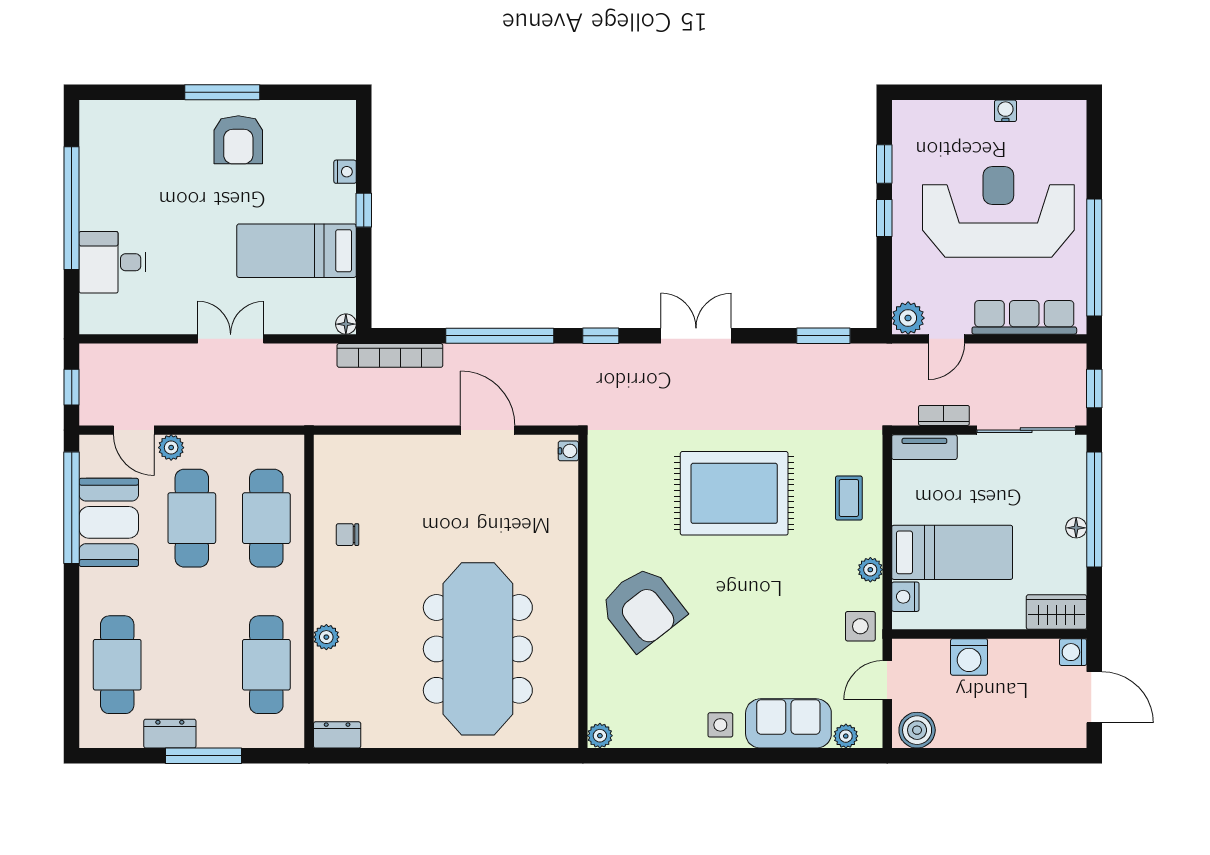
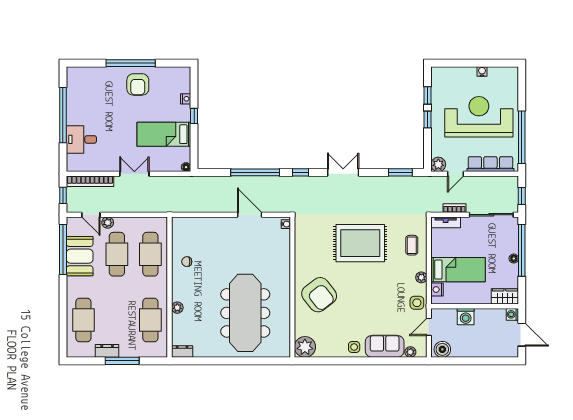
window: (222, 92) -> (131, 63), width x1.46
bookcase: (390, 355) -> (90, 181), moved
plant: (600, 736) -> (305, 347), width x1.87, depth x1.87

